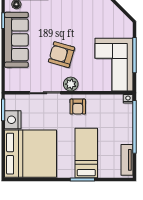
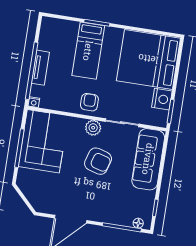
sofa: (16, 40) -> (148, 159), moved
tv unit: (127, 160) -> (40, 68), moved

